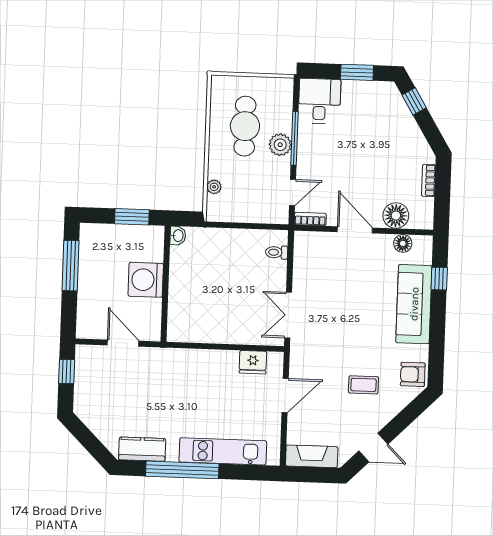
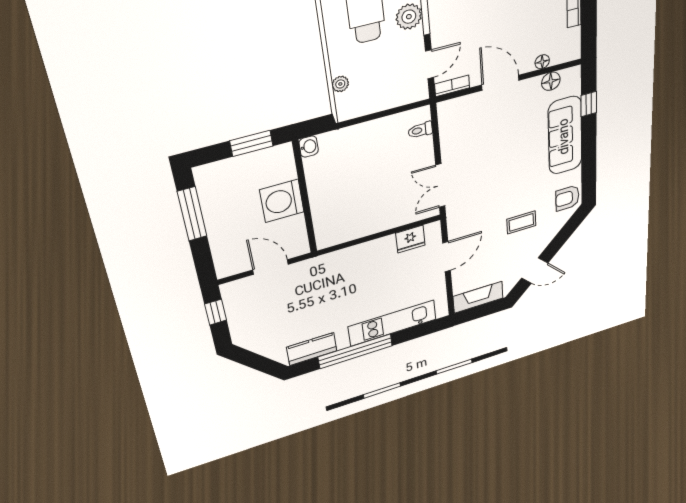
floor lamp: (396, 216) -> (542, 62), width x0.53, depth x0.53

